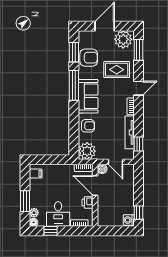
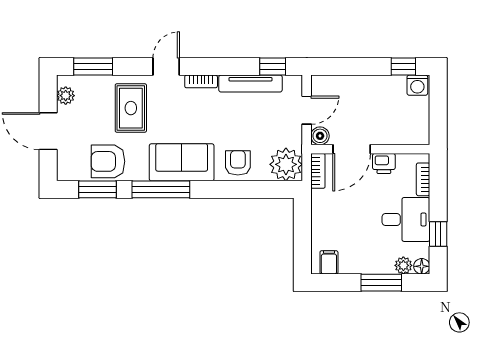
plant: (123, 39) -> (66, 96), width x0.53, depth x0.53
armchair: (89, 58) -> (108, 161), turned -90
door: (138, 88) -> (166, 66), hinge flipped

